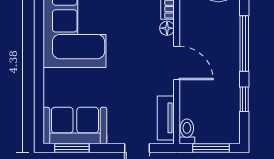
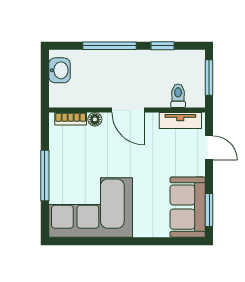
door: (177, 63) -> (128, 110), swing flipped
toilet: (187, 131) -> (178, 96), moved, turned 90

